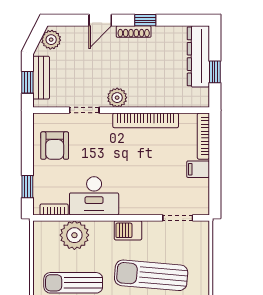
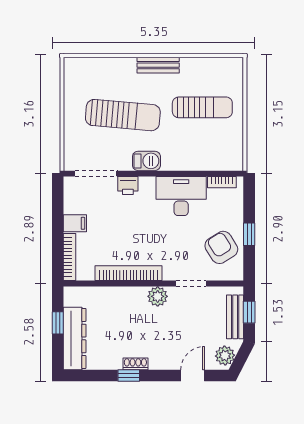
door: (100, 20) -> (193, 376), moved
shoe rack: (134, 32) -> (135, 364), width x0.70
armchair: (55, 146) -> (221, 247), turned -32
window: (27, 187) -> (249, 234), moved
printer: (146, 206) -> (128, 186), added
doorway: (178, 218) -> (96, 174), width x1.38
plant: (74, 235) -> (201, 156), removed

